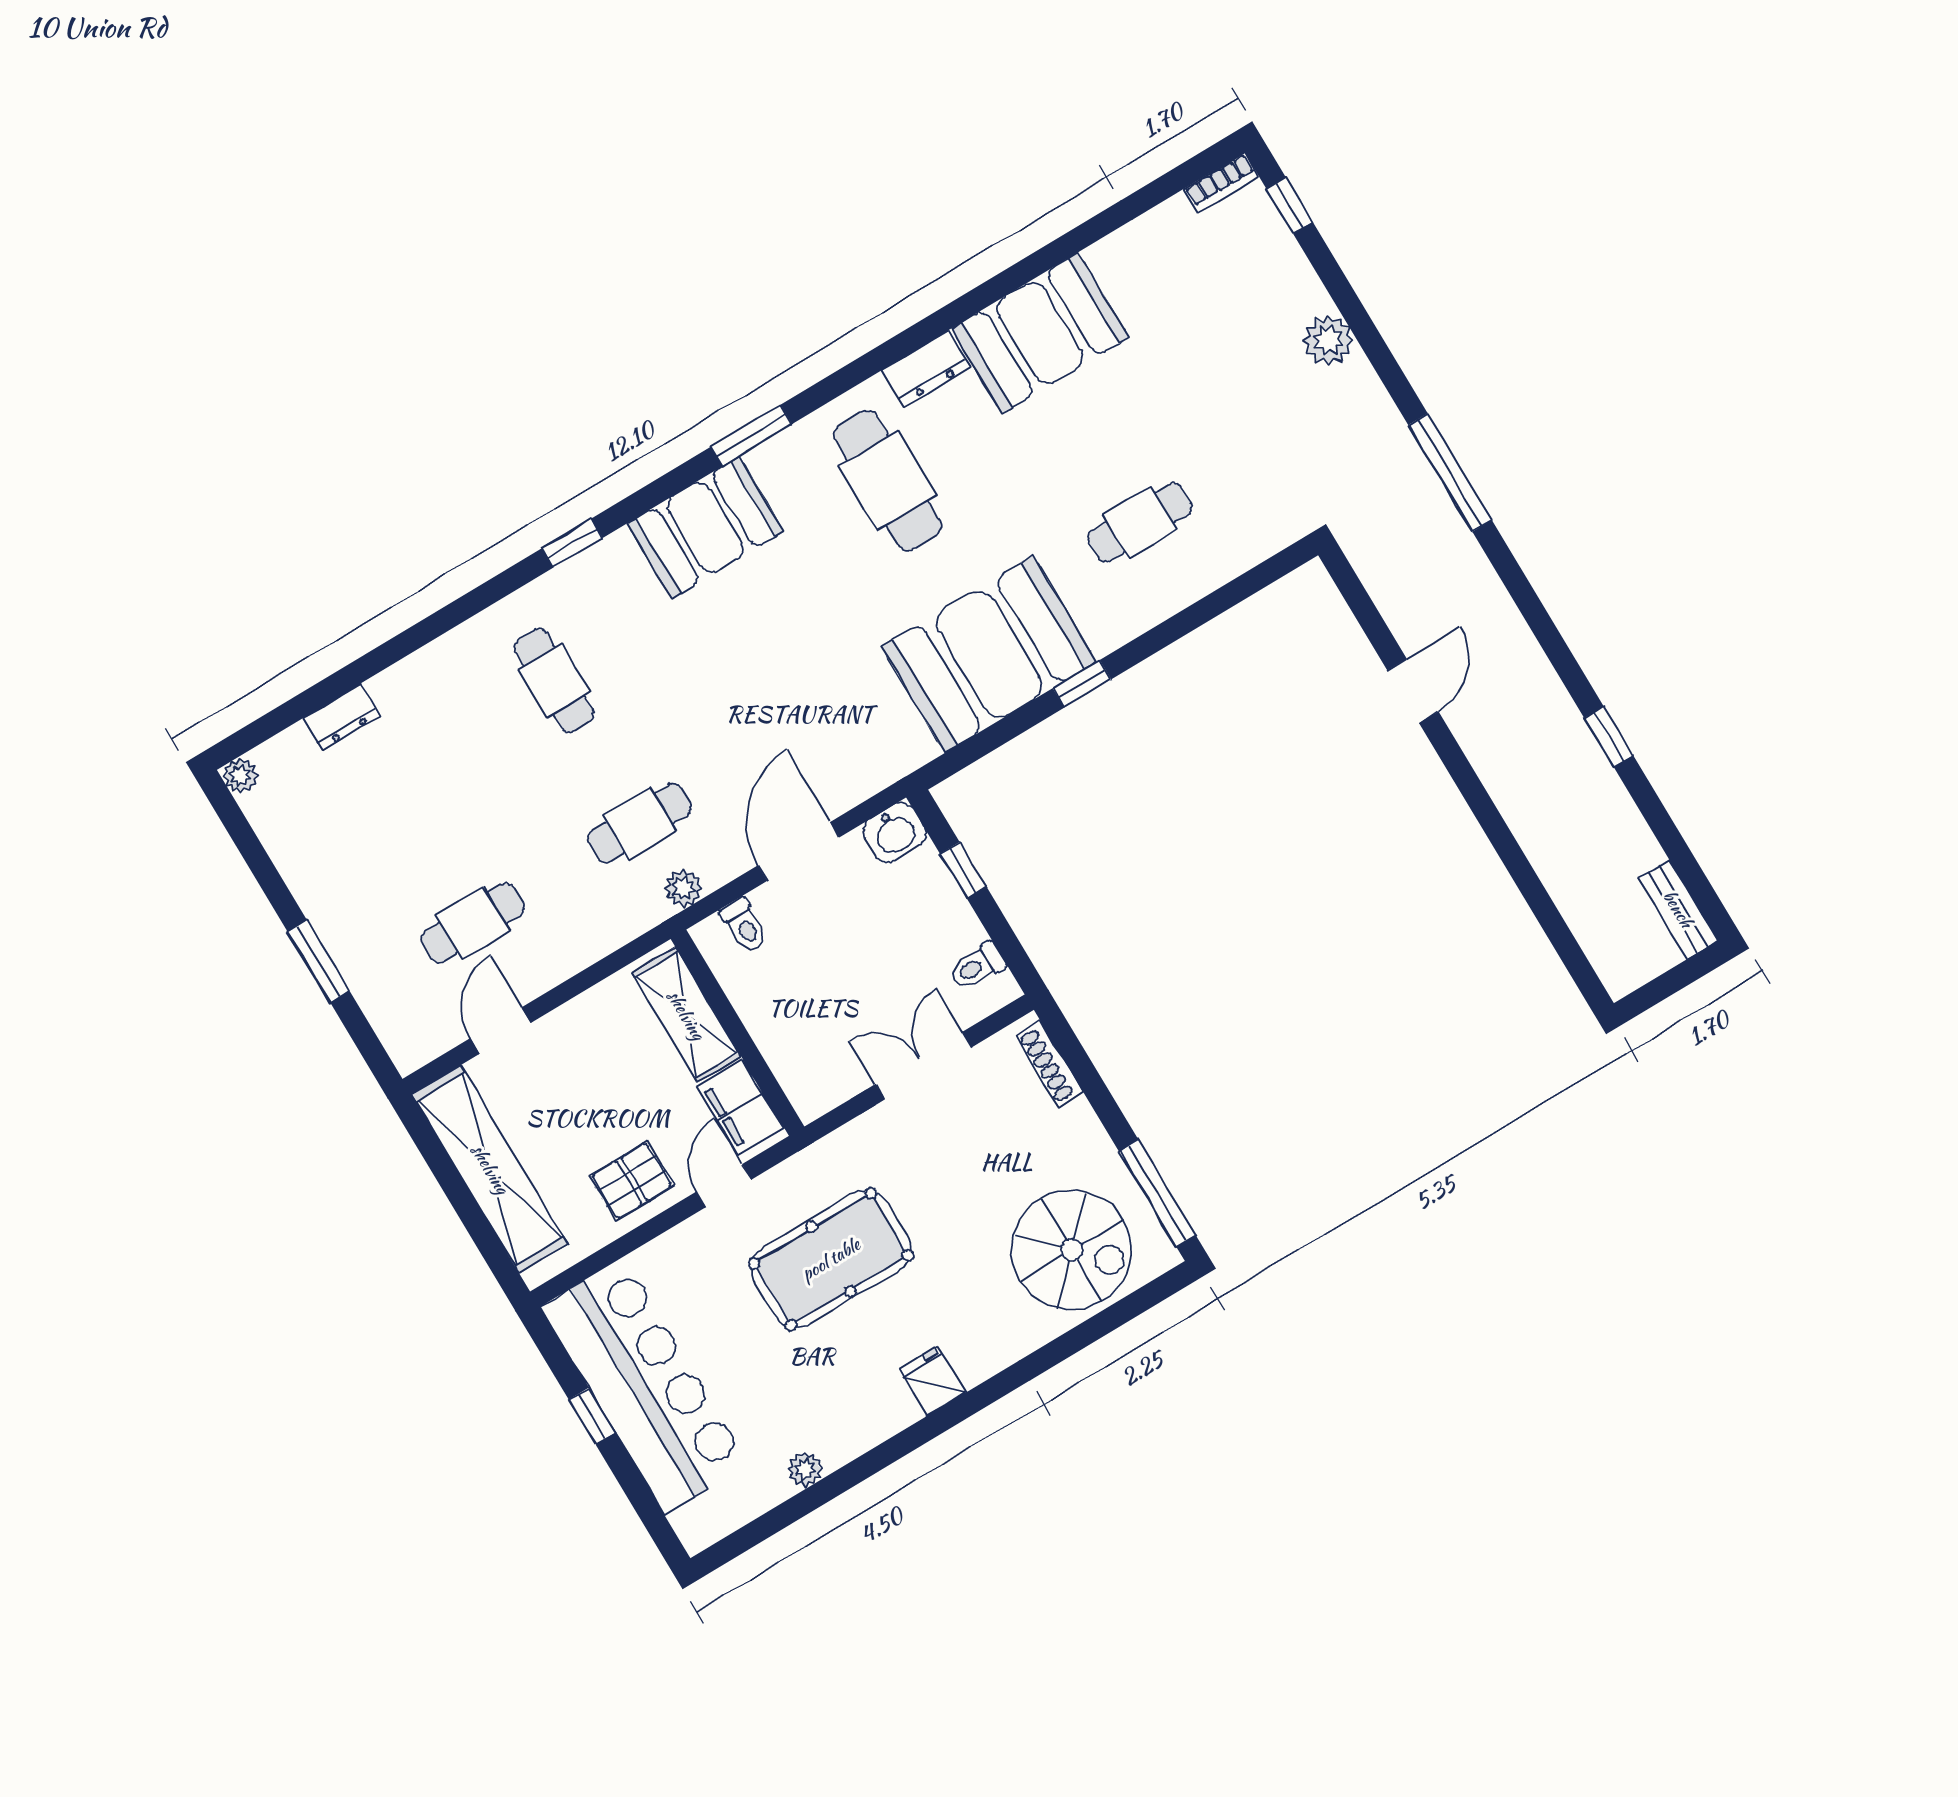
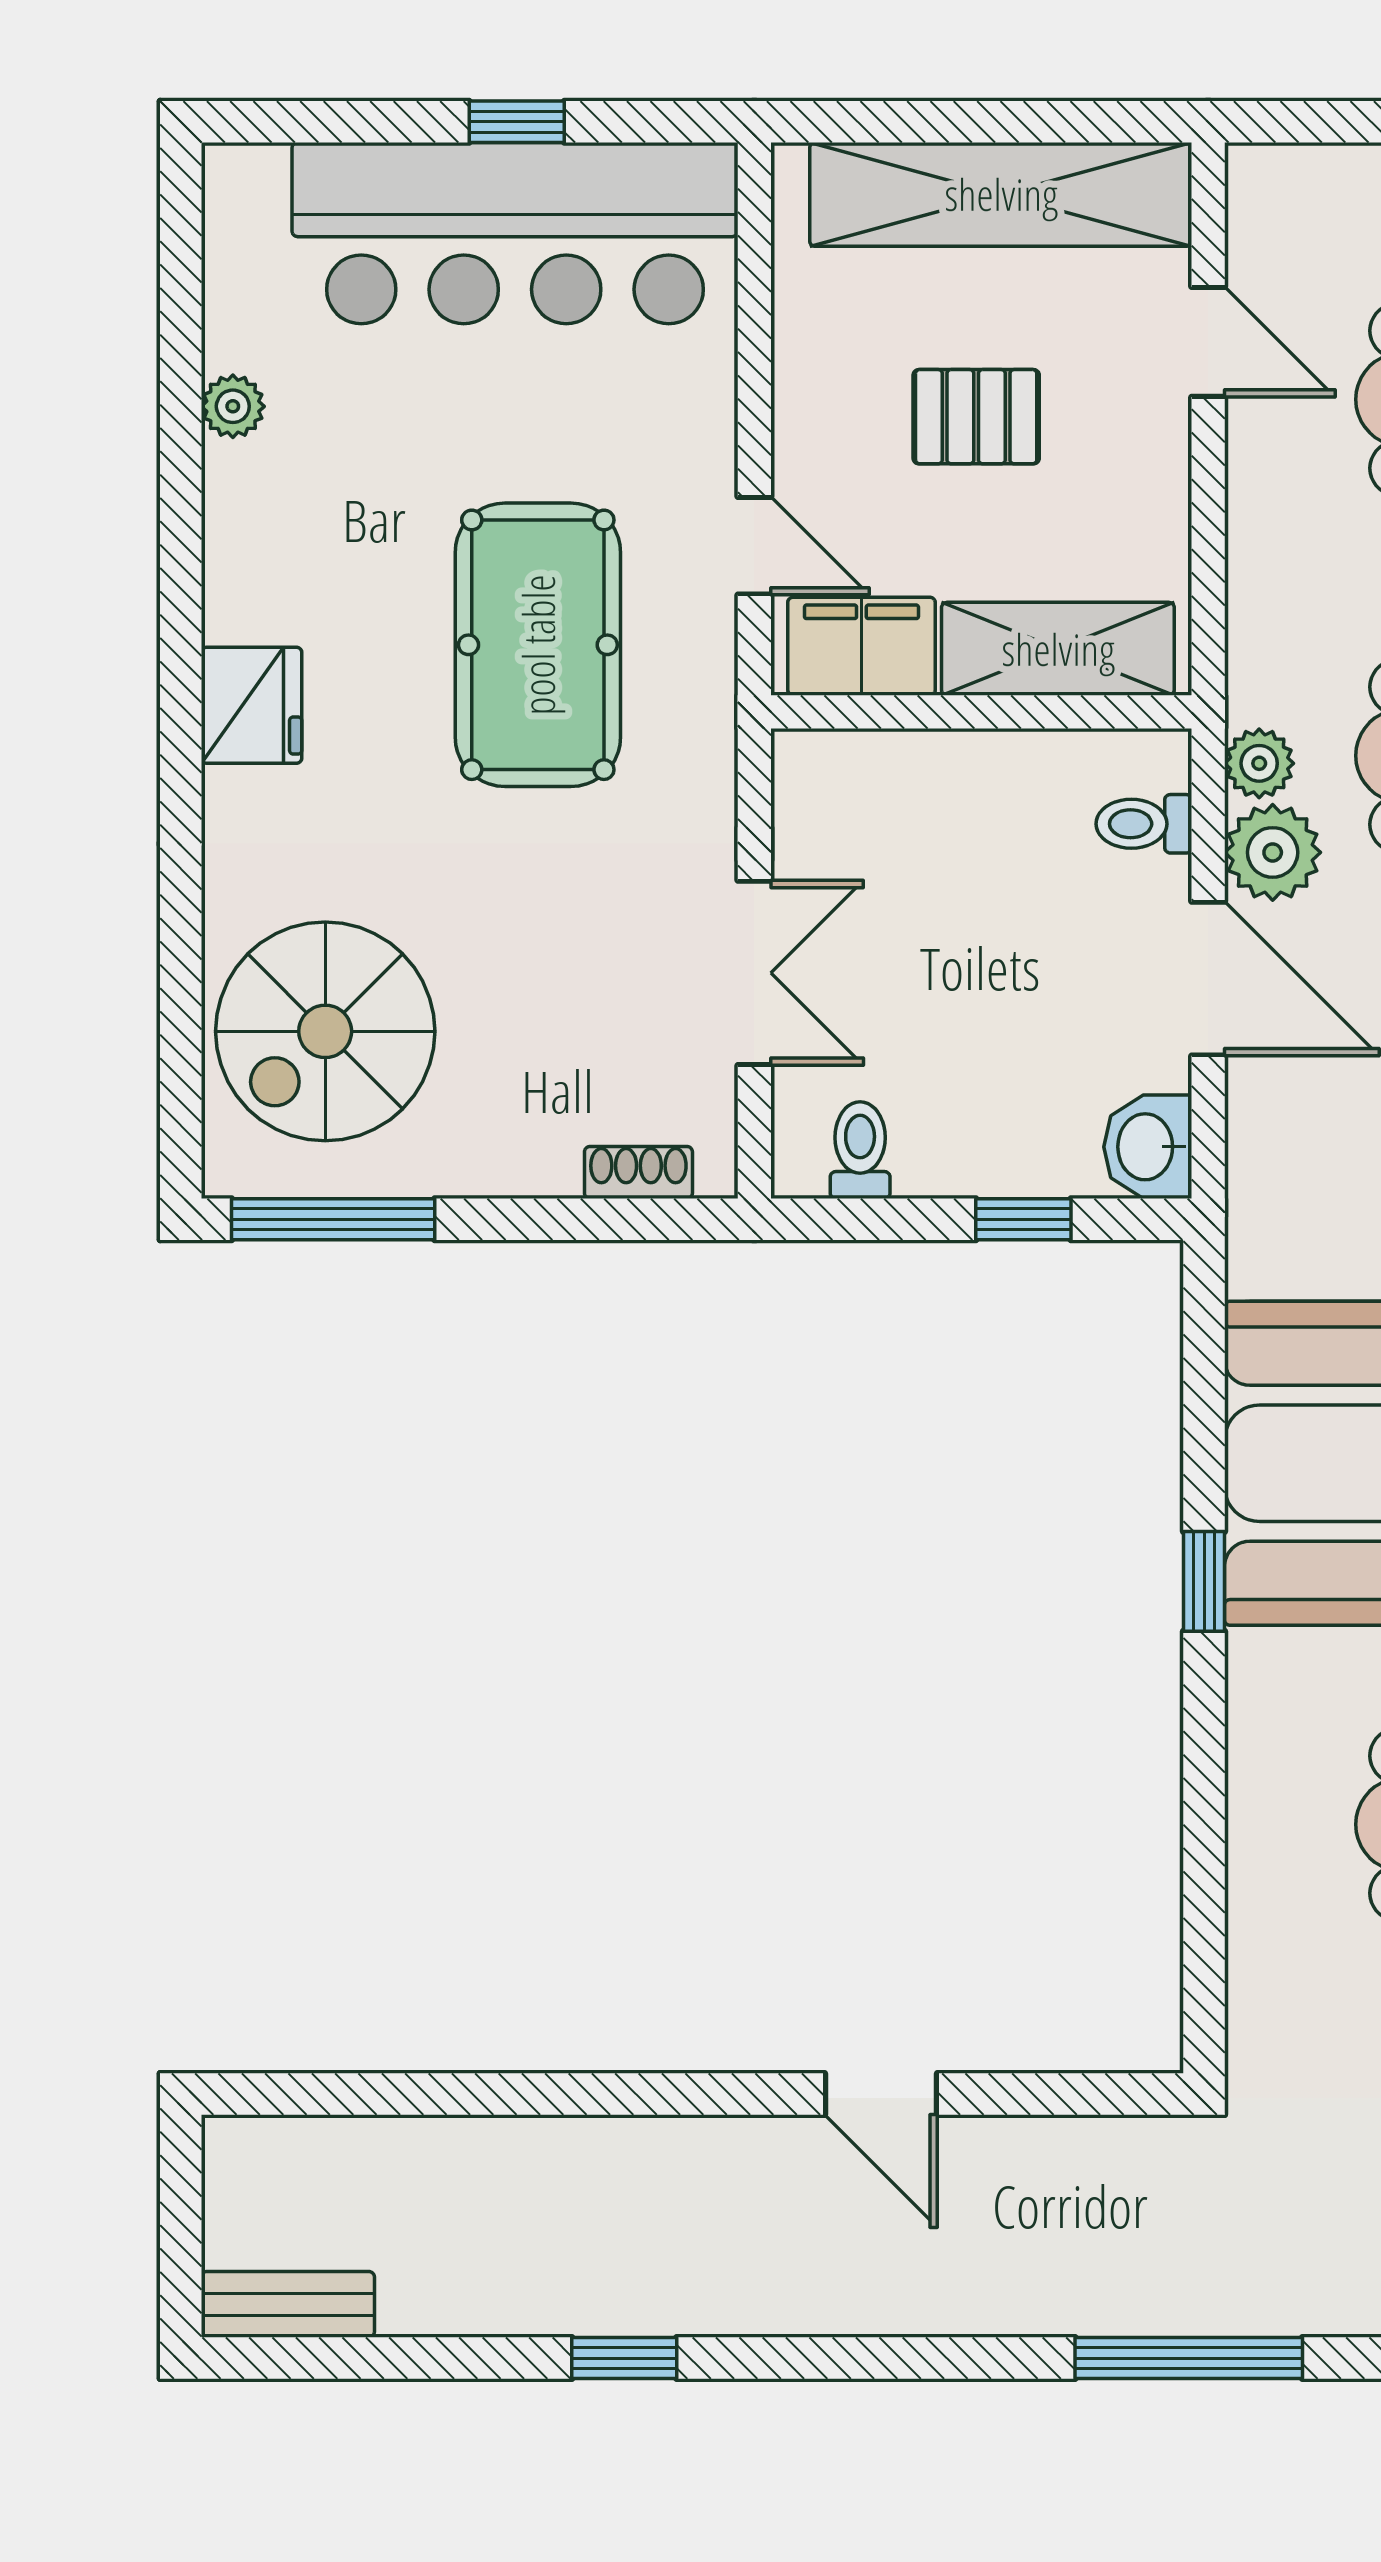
plant: (721, 857) -> (1273, 852), added
shoe rack: (1050, 1064) -> (638, 1173), width x0.70
pallet: (632, 1181) -> (976, 417), moved, turned 90
fridge: (932, 1381) -> (252, 705), width x1.38

